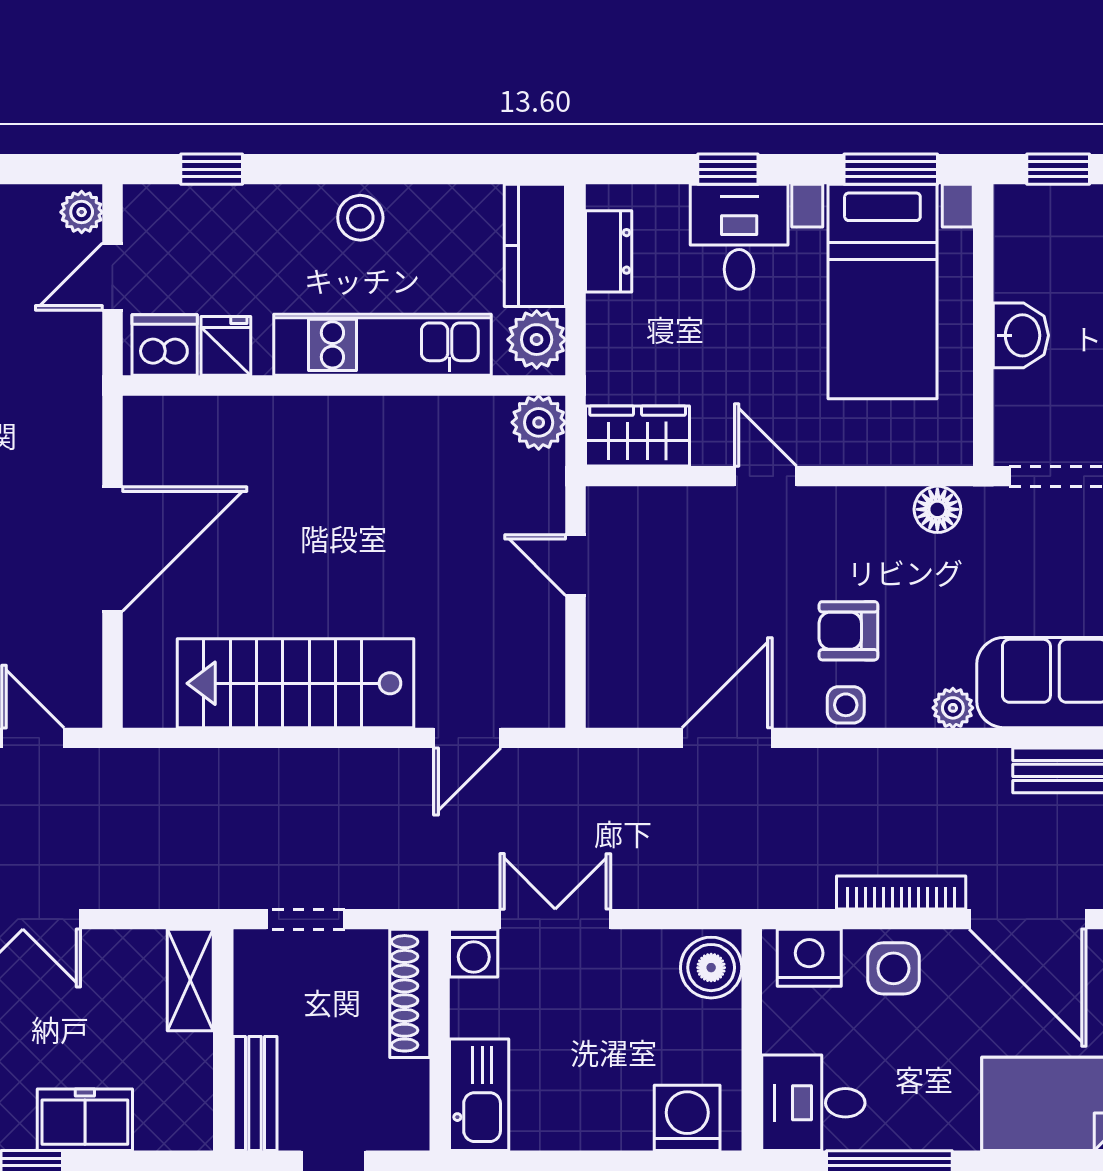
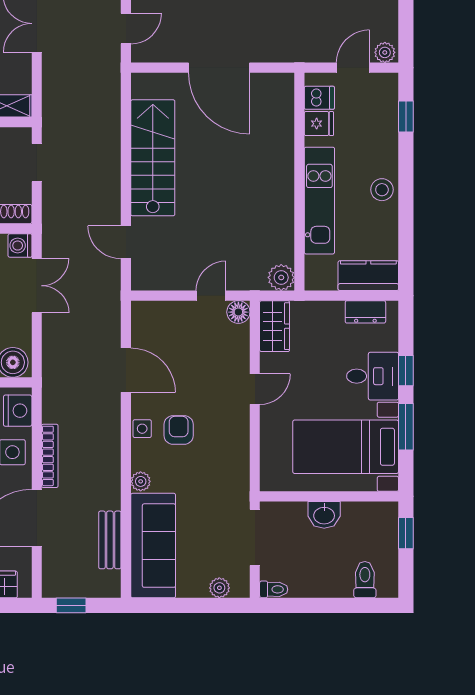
window: (891, 169) -> (406, 427), moved
door: (112, 277) -> (353, 68), hinge flipped
plant: (537, 340) -> (322, 276), removed
dishwasher: (165, 345) -> (319, 98), width x0.73
floor lamp: (937, 509) -> (238, 312), moved

